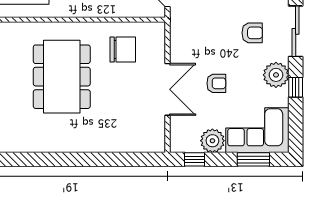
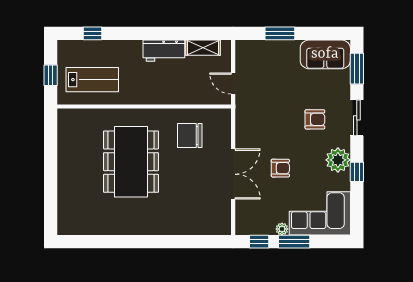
sliding door: (296, 31) -> (357, 118), width x0.73
chair: (123, 50) -> (190, 136), turned 180
plant: (212, 141) -> (282, 229), width x0.53, depth x0.53
window: (253, 159) -> (294, 242), moved

